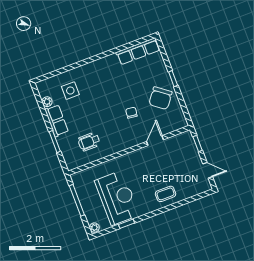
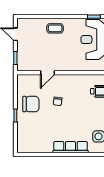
row of seats: (138, 51) -> (71, 147), moved
chair: (160, 98) -> (31, 104), turned 53

